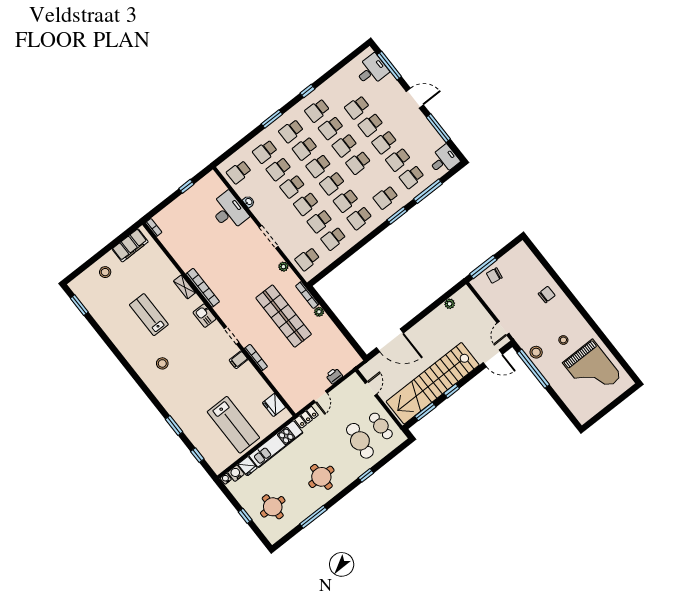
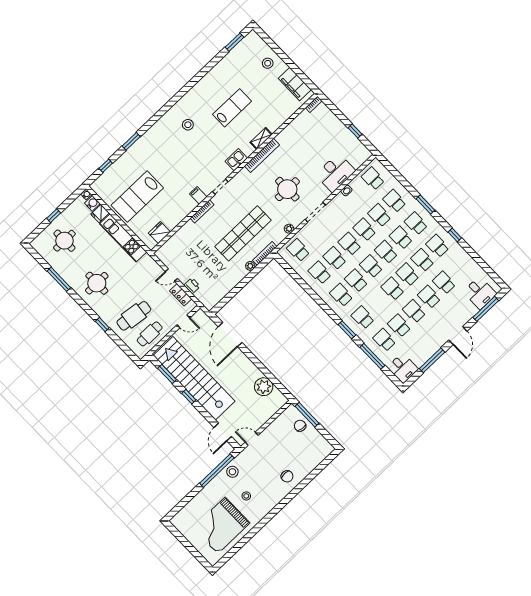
round table: (241, 264) -> (287, 189), added
plant: (450, 304) -> (264, 387), width x1.87, depth x1.87
locker: (306, 417) -> (181, 295), moved

